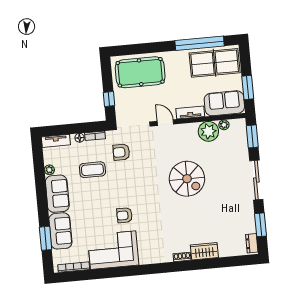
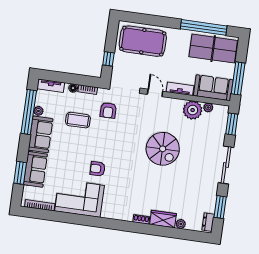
window: (248, 88) -> (238, 78), width x1.44
armchair: (121, 152) -> (108, 110), turned -90
window: (40, 173) -> (29, 112), added
plant: (224, 252) -> (181, 224), added

